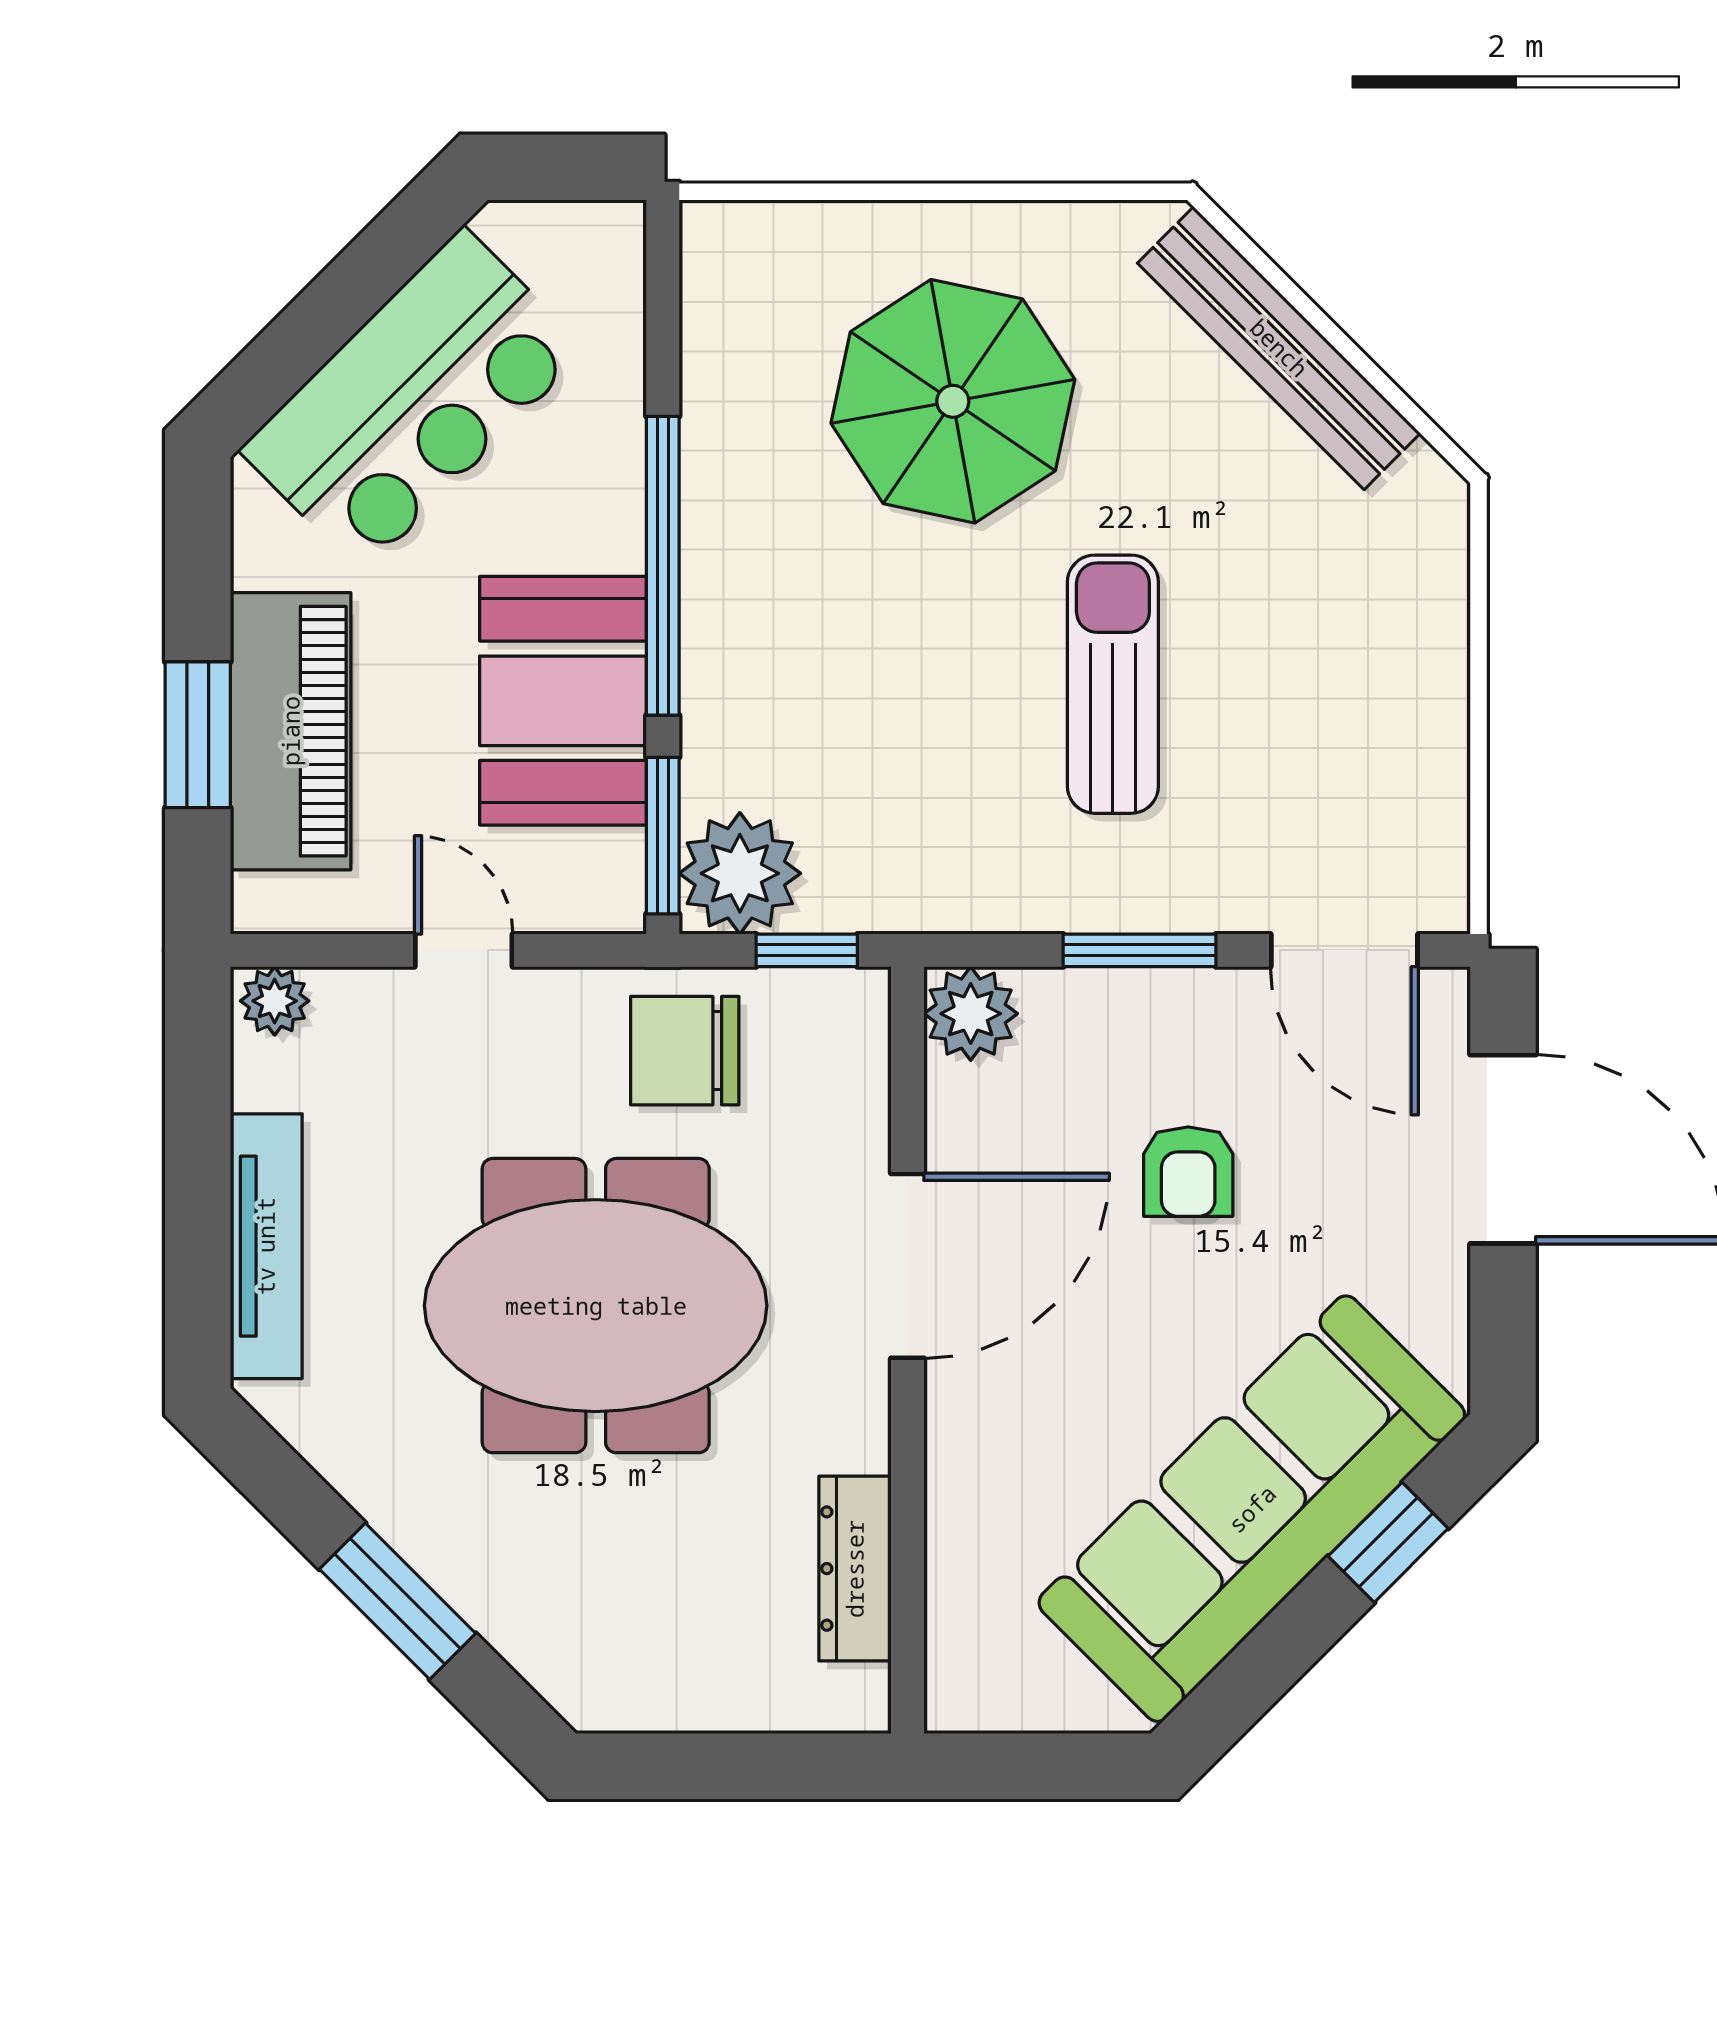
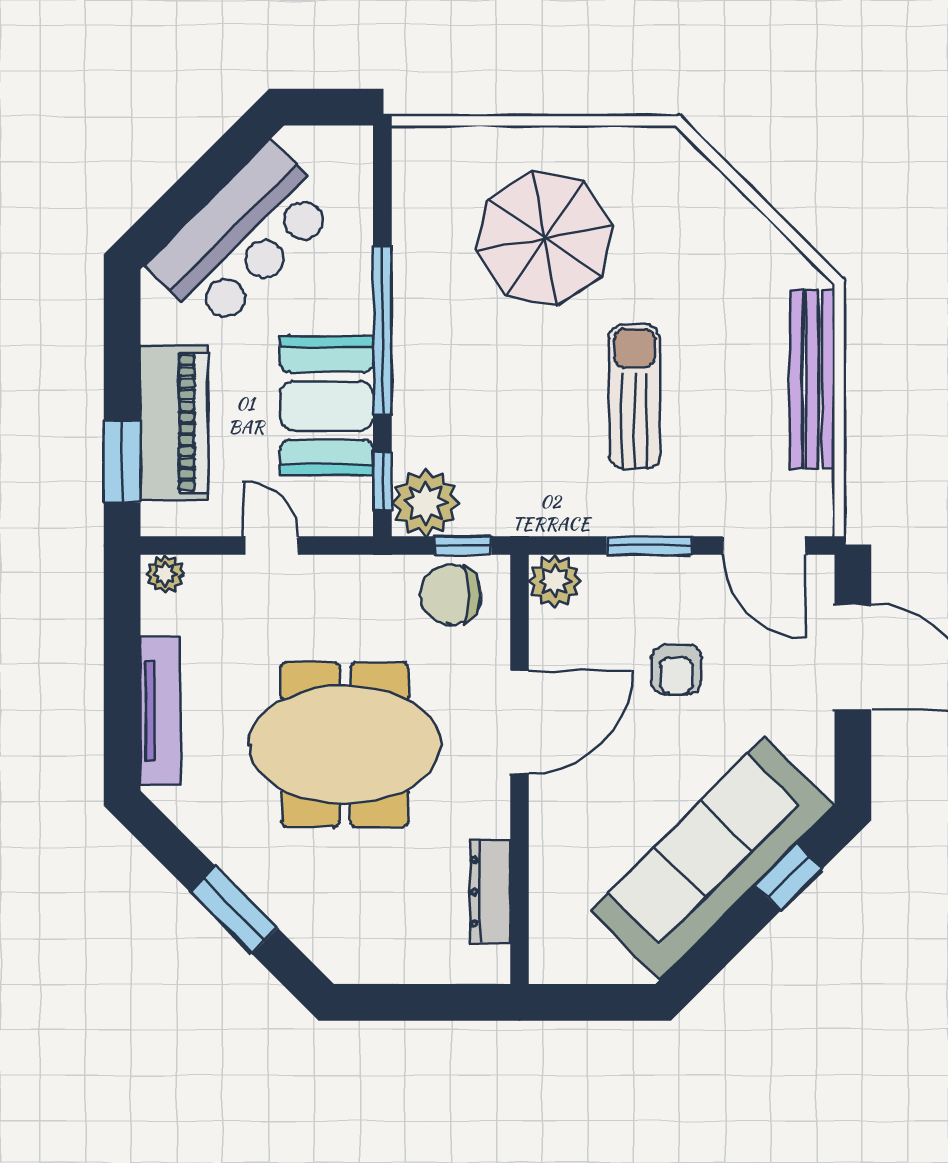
bench: (1279, 348) -> (812, 379), moved, turned 45
window: (198, 735) -> (122, 462), moved
window: (663, 836) -> (382, 481), width x0.67
chair: (685, 1051) -> (451, 595), moved

